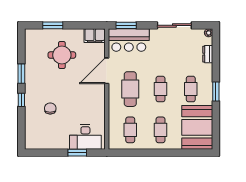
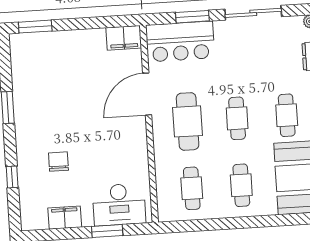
window: (53, 25) -> (35, 27), moved
window: (126, 25) -> (192, 17), moved
round table: (62, 55) -> (72, 73), removed
window: (21, 100) -> (12, 177), moved
filing cabinet: (52, 143) -> (65, 218), added

